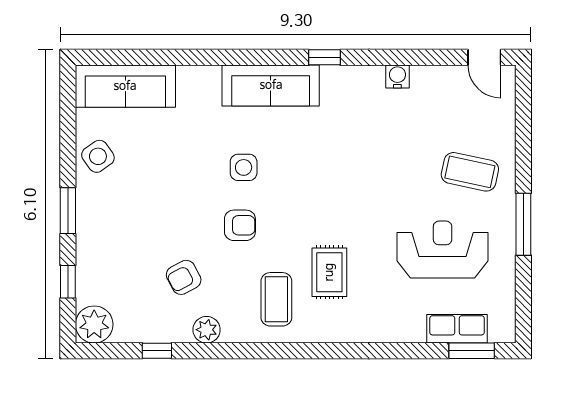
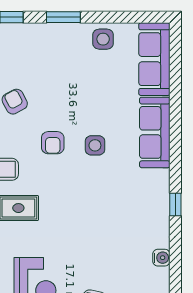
sofa: (271, 85) -> (155, 132), moved
side table: (98, 156) -> (103, 39), turned 35

